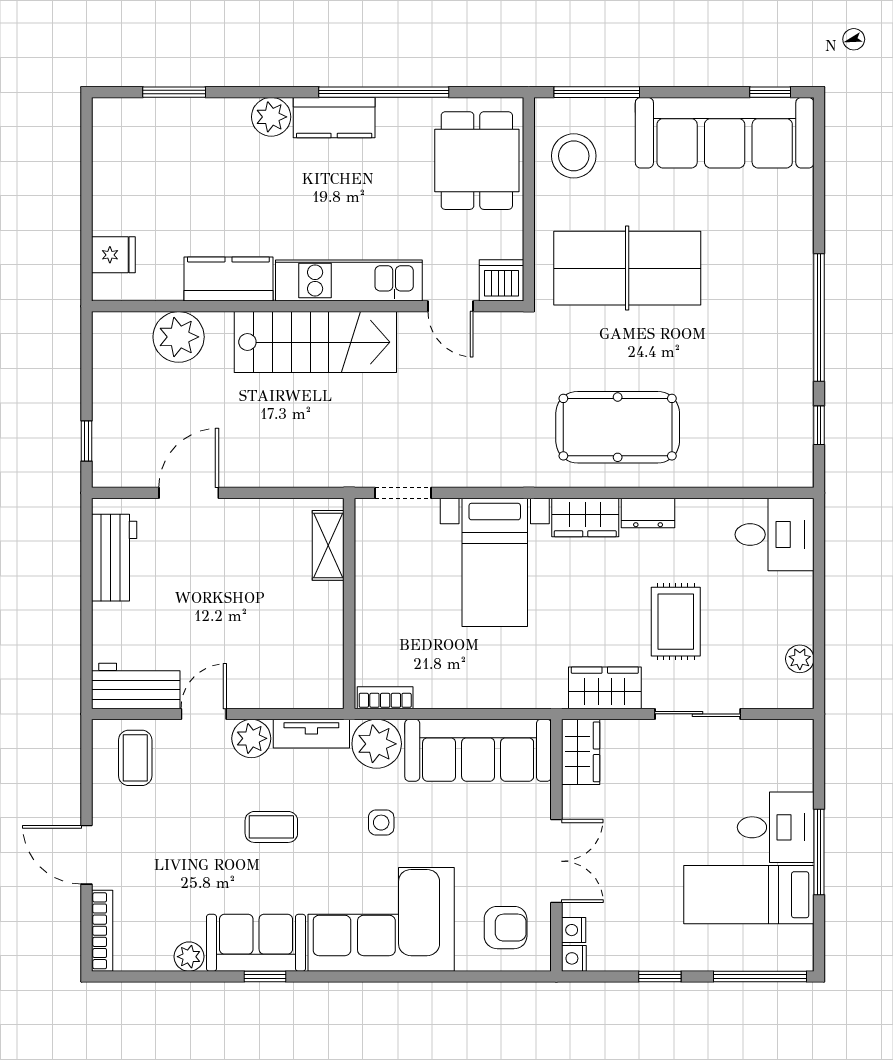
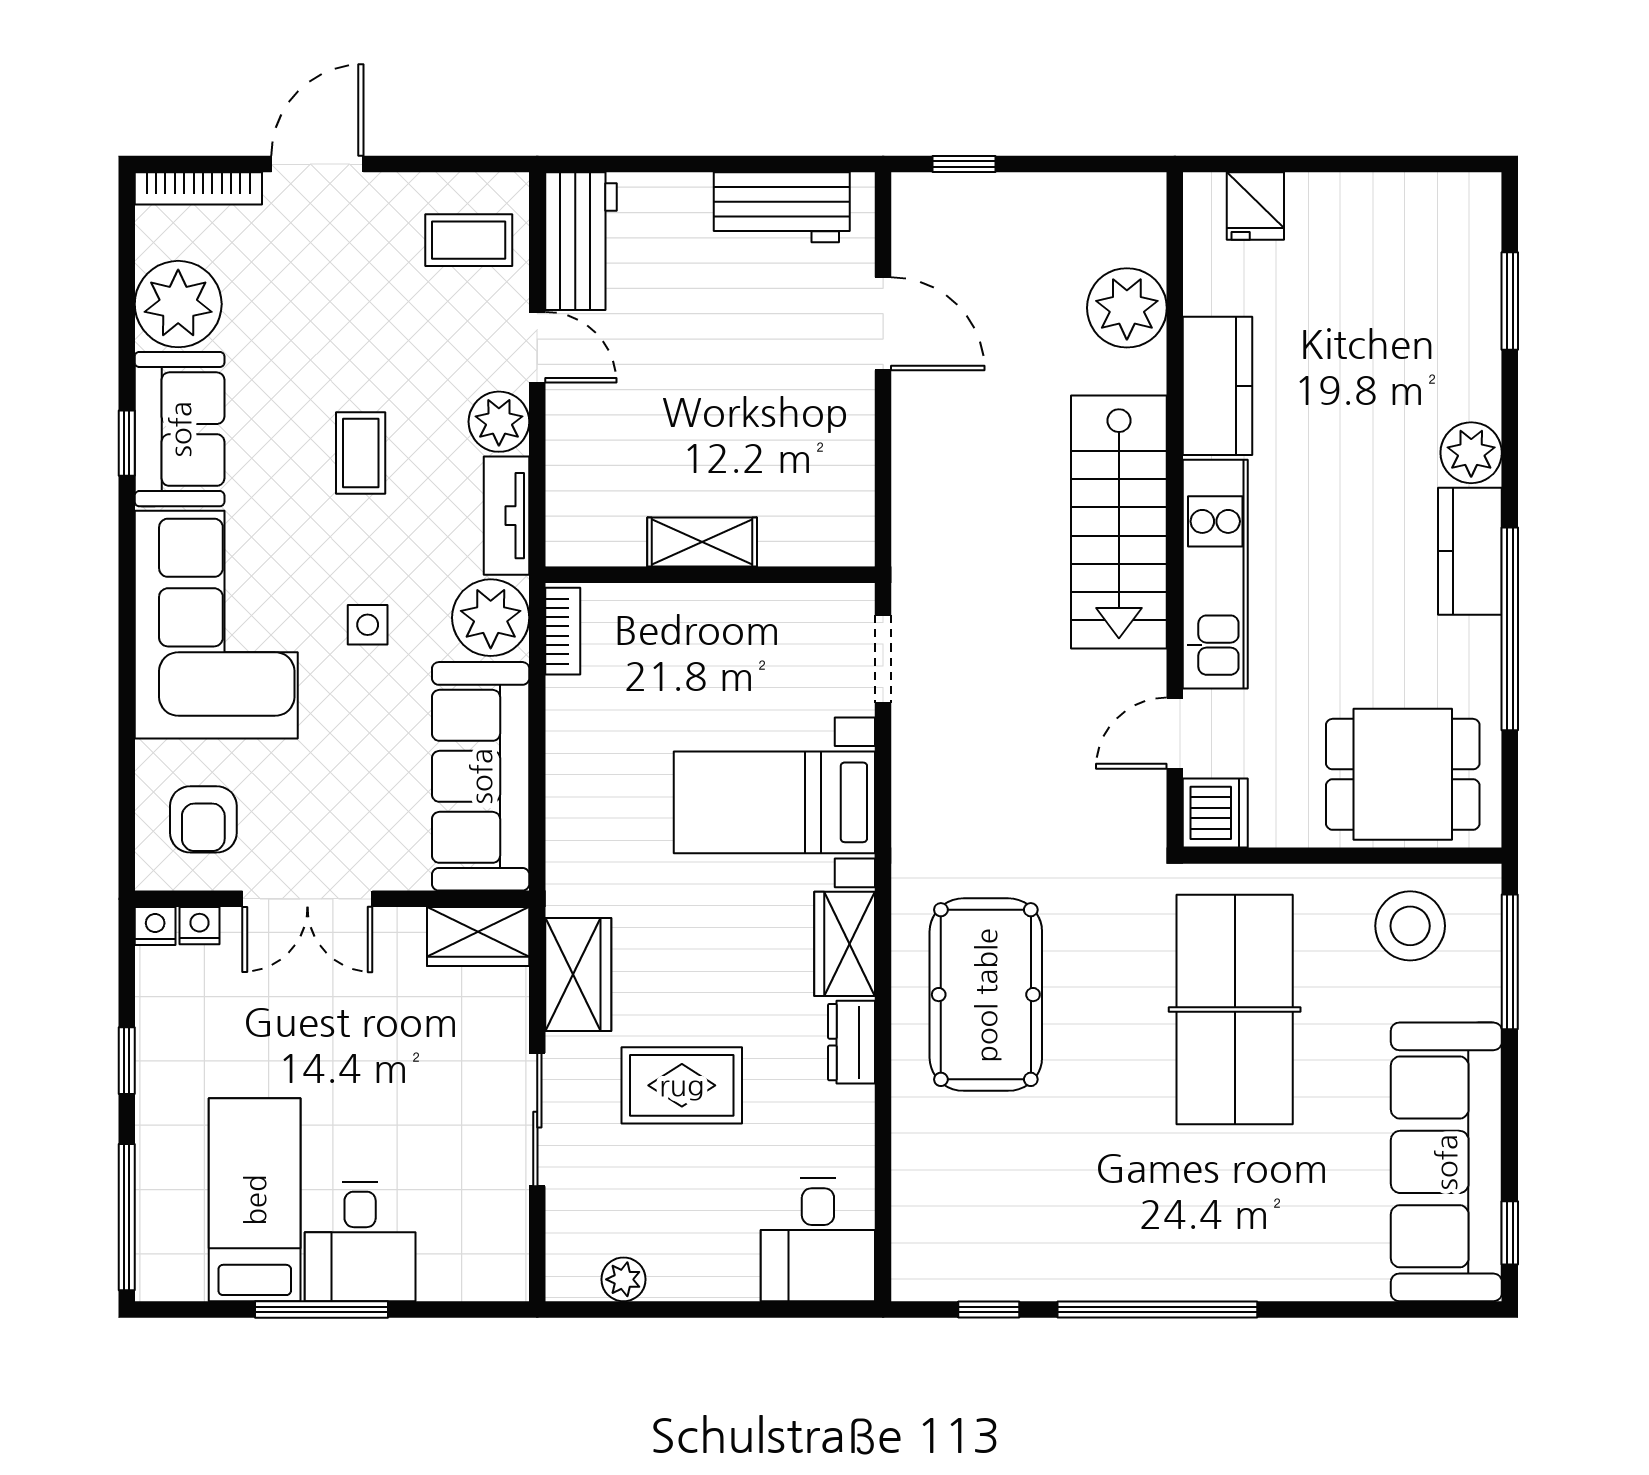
shelving: (328, 545) -> (702, 542), moved
plant: (189, 957) -> (178, 304), width x1.88, depth x1.88

